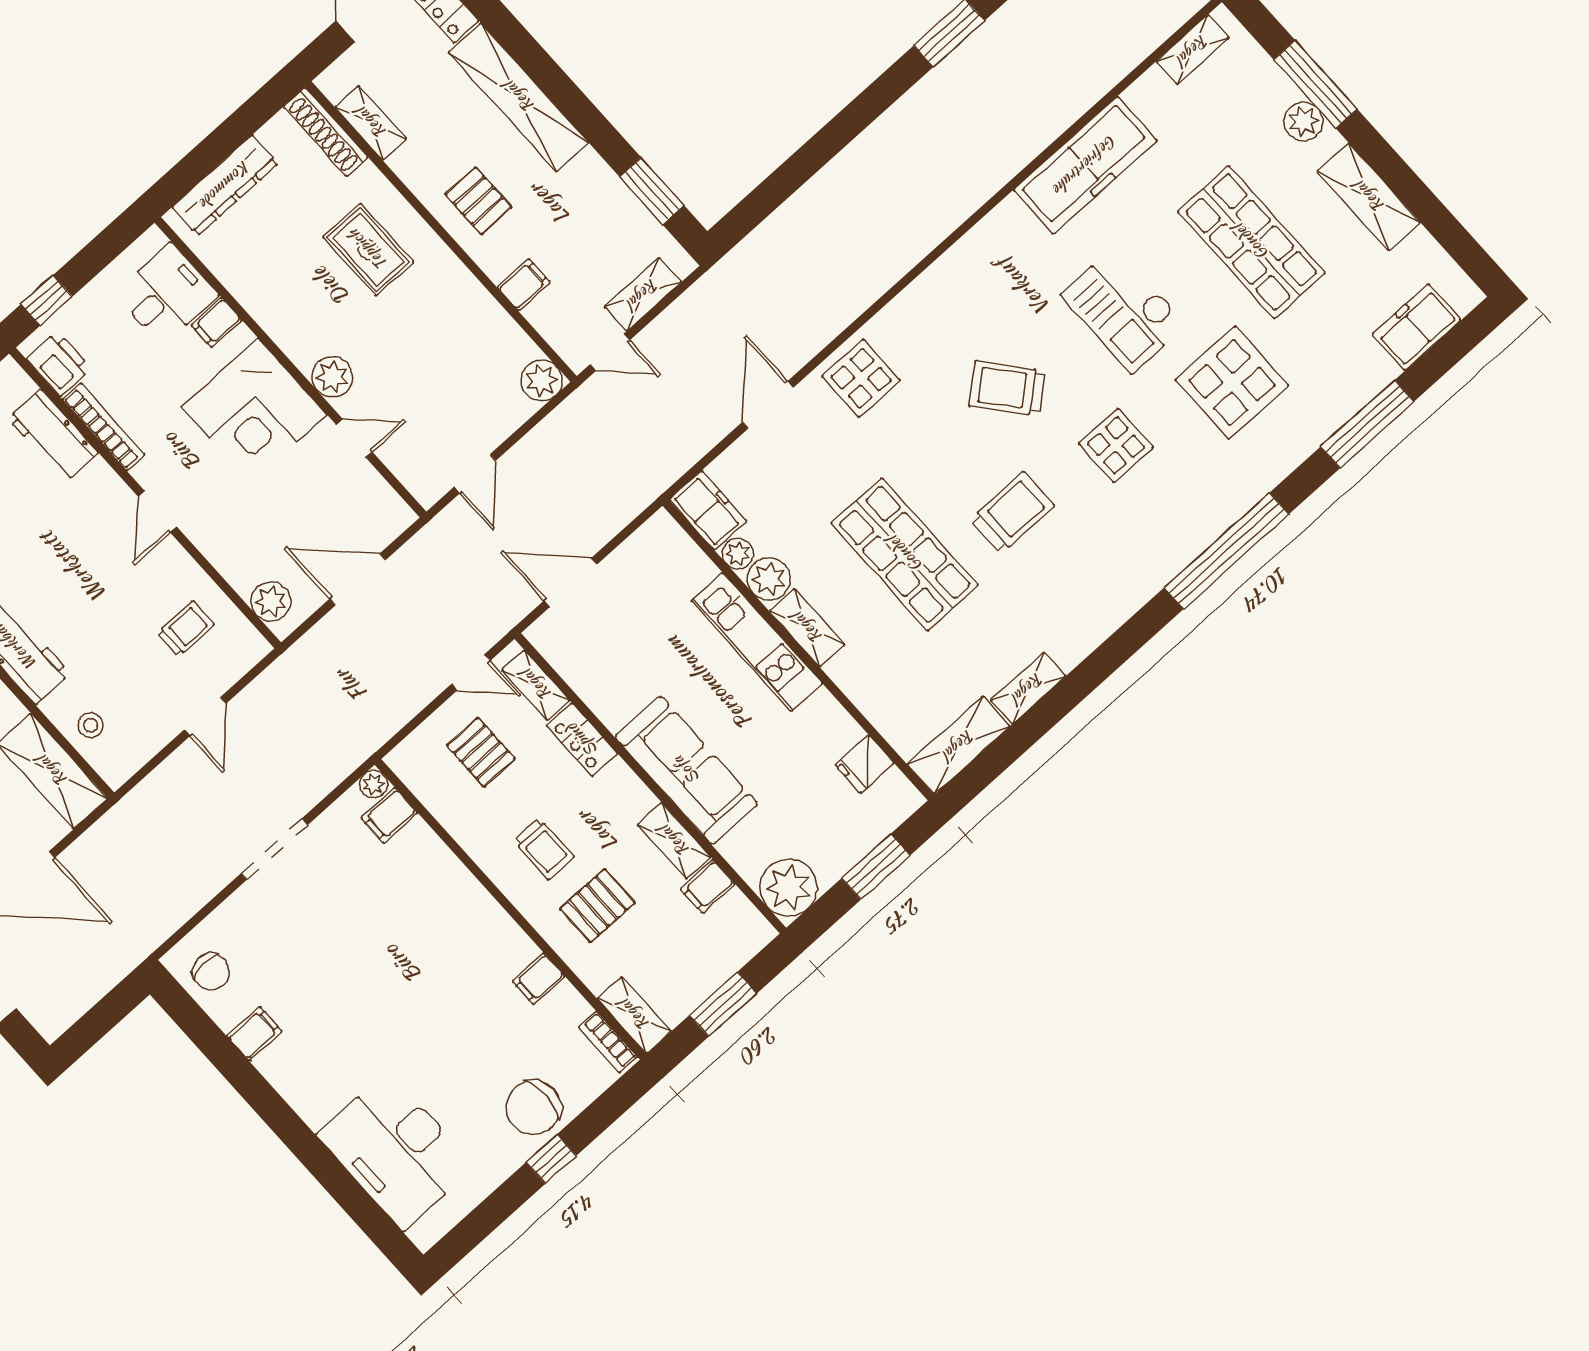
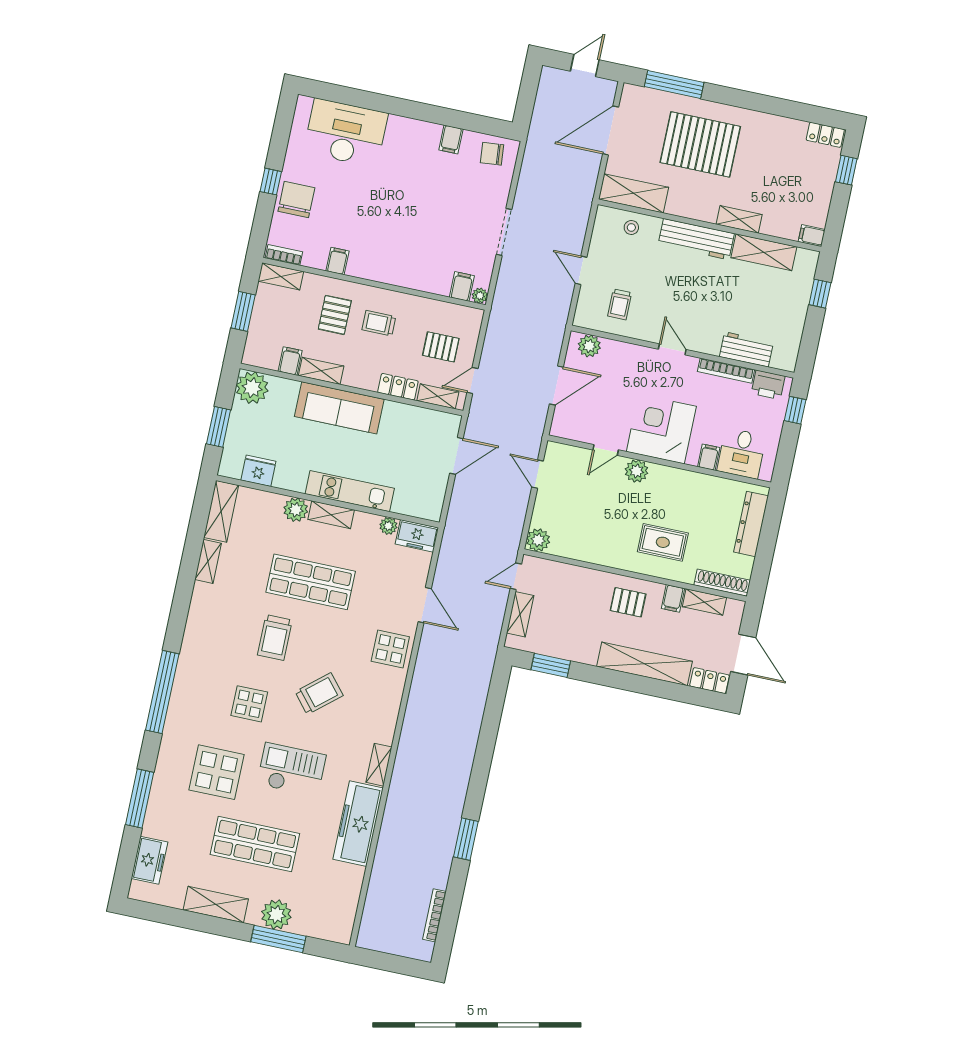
shelving: (1193, 50) -> (379, 765), moved
plant: (1303, 121) -> (276, 915), width x1.36, depth x1.36
filing cabinet: (524, 285) -> (673, 598), moved
plant: (769, 579) -> (296, 510), moved
fridge: (865, 764) -> (258, 471), width x1.38

